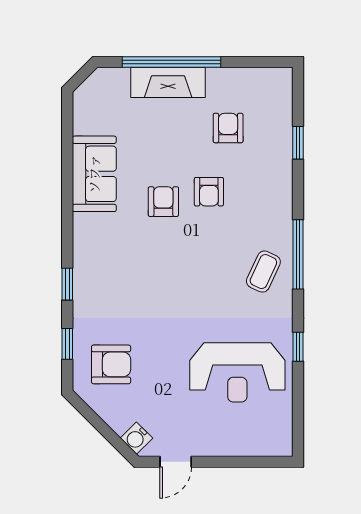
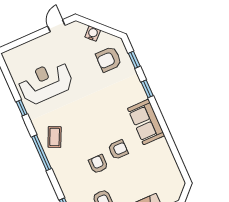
sofa: (94, 174) -> (146, 122), moved
armchair: (163, 202) -> (118, 150), turned -90
water cooler: (136, 438) -> (93, 34), moved

